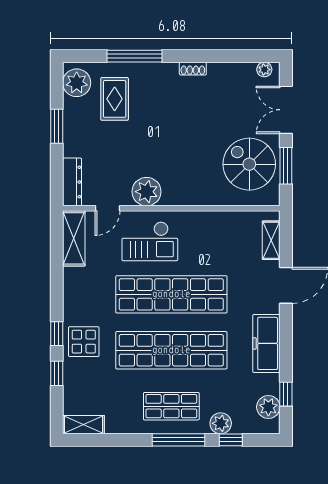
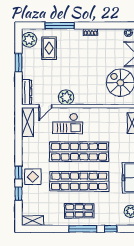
plant: (221, 423) -> (105, 220), removed

